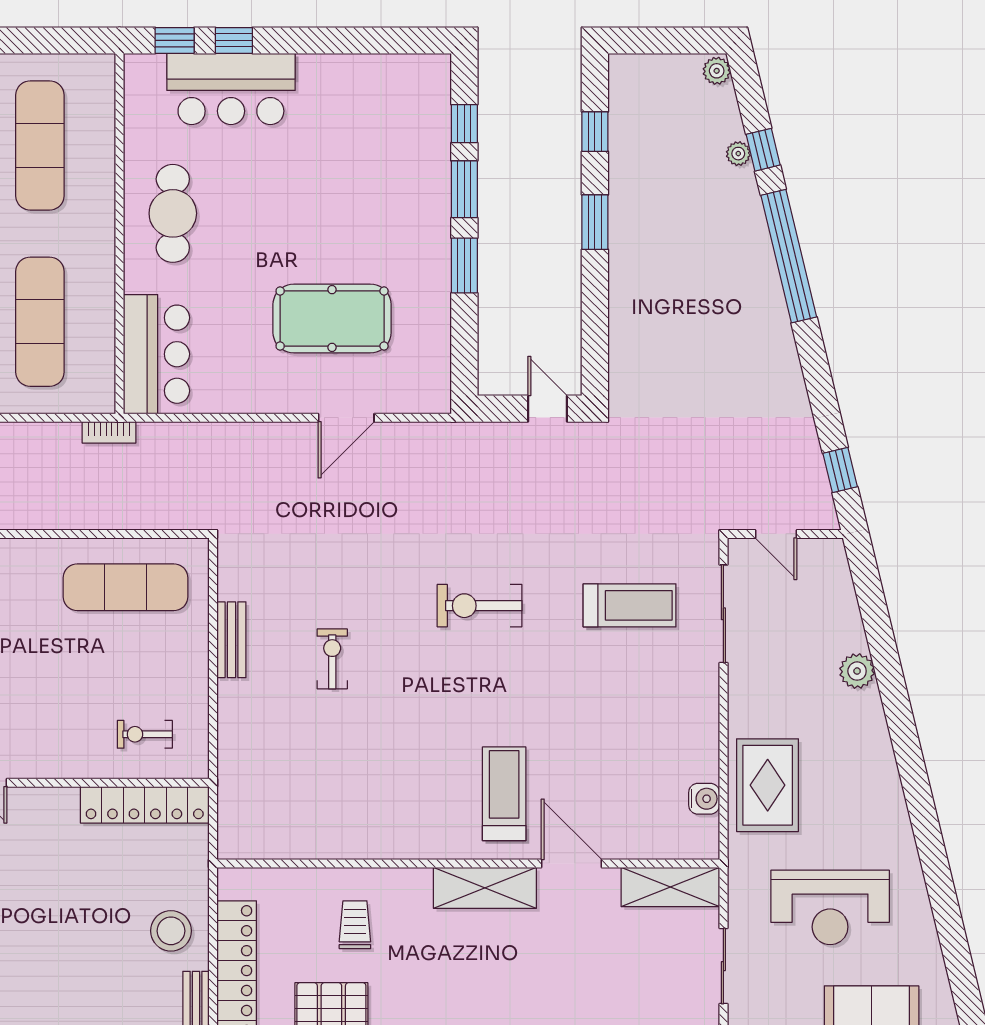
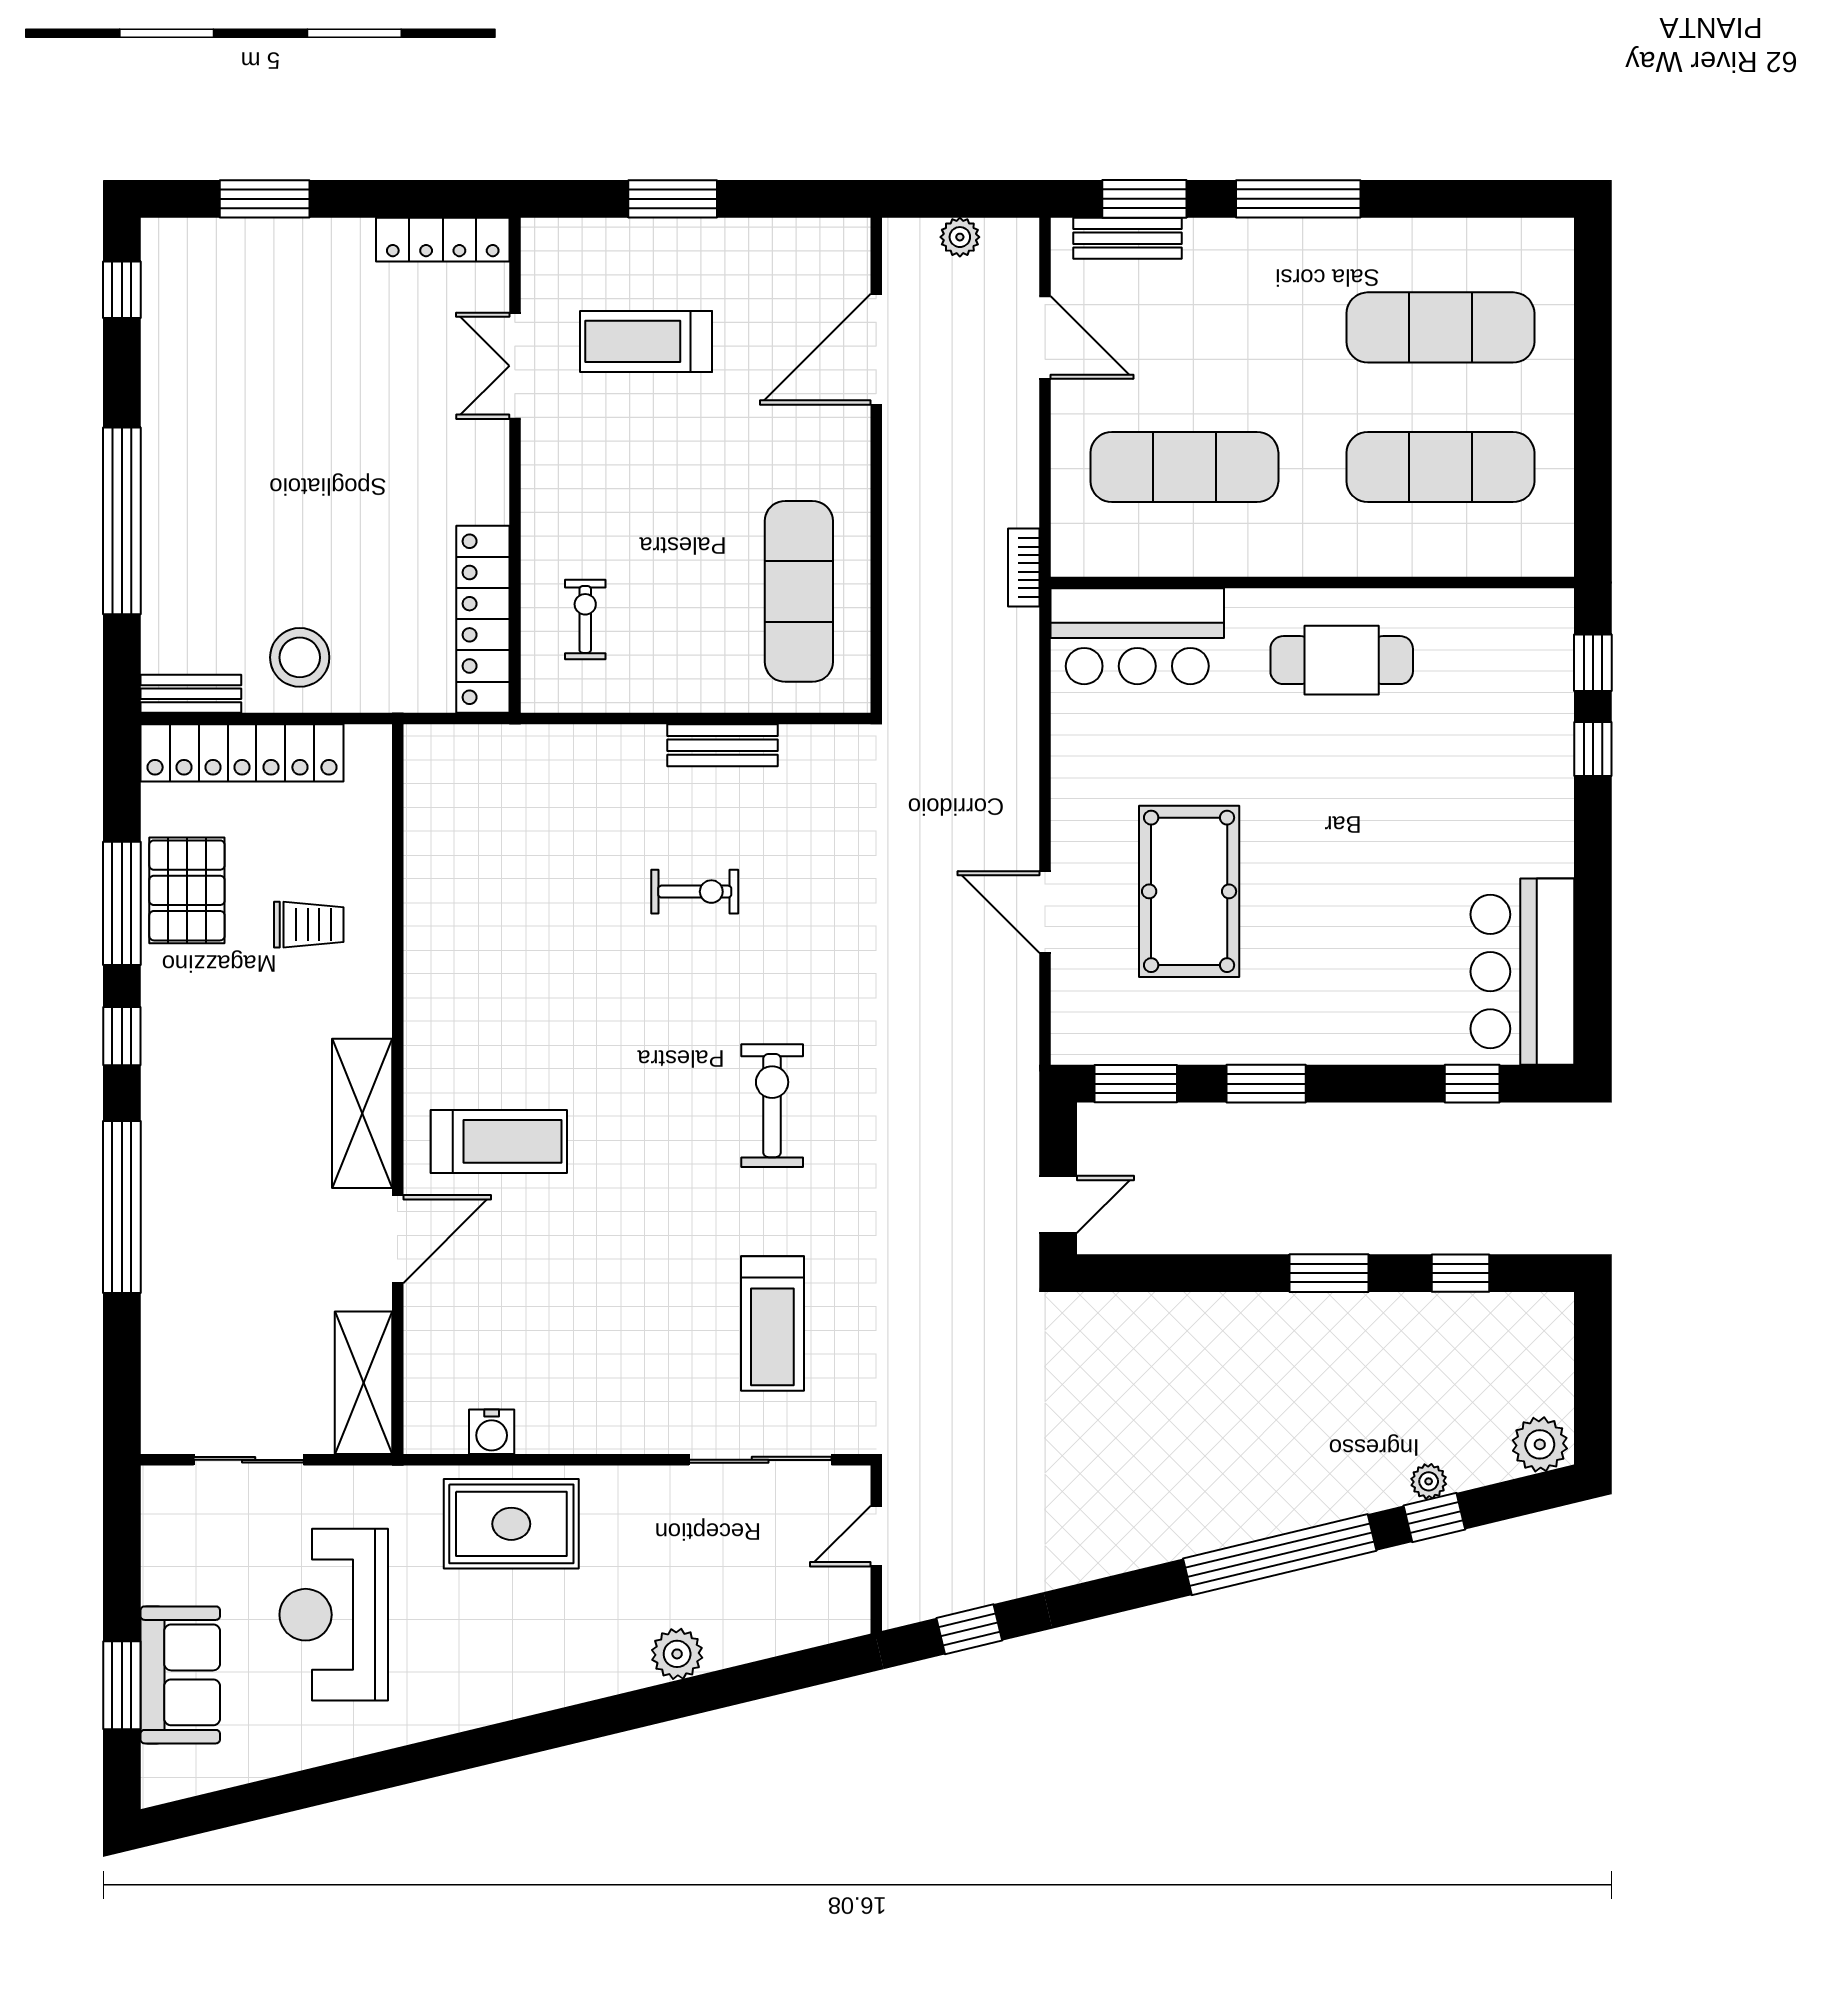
plant: (717, 71) -> (1540, 1444), width x1.38, depth x1.38
bar counter: (231, 89) -> (1522, 972), moved
window: (464, 189) -> (1136, 1084), moved

